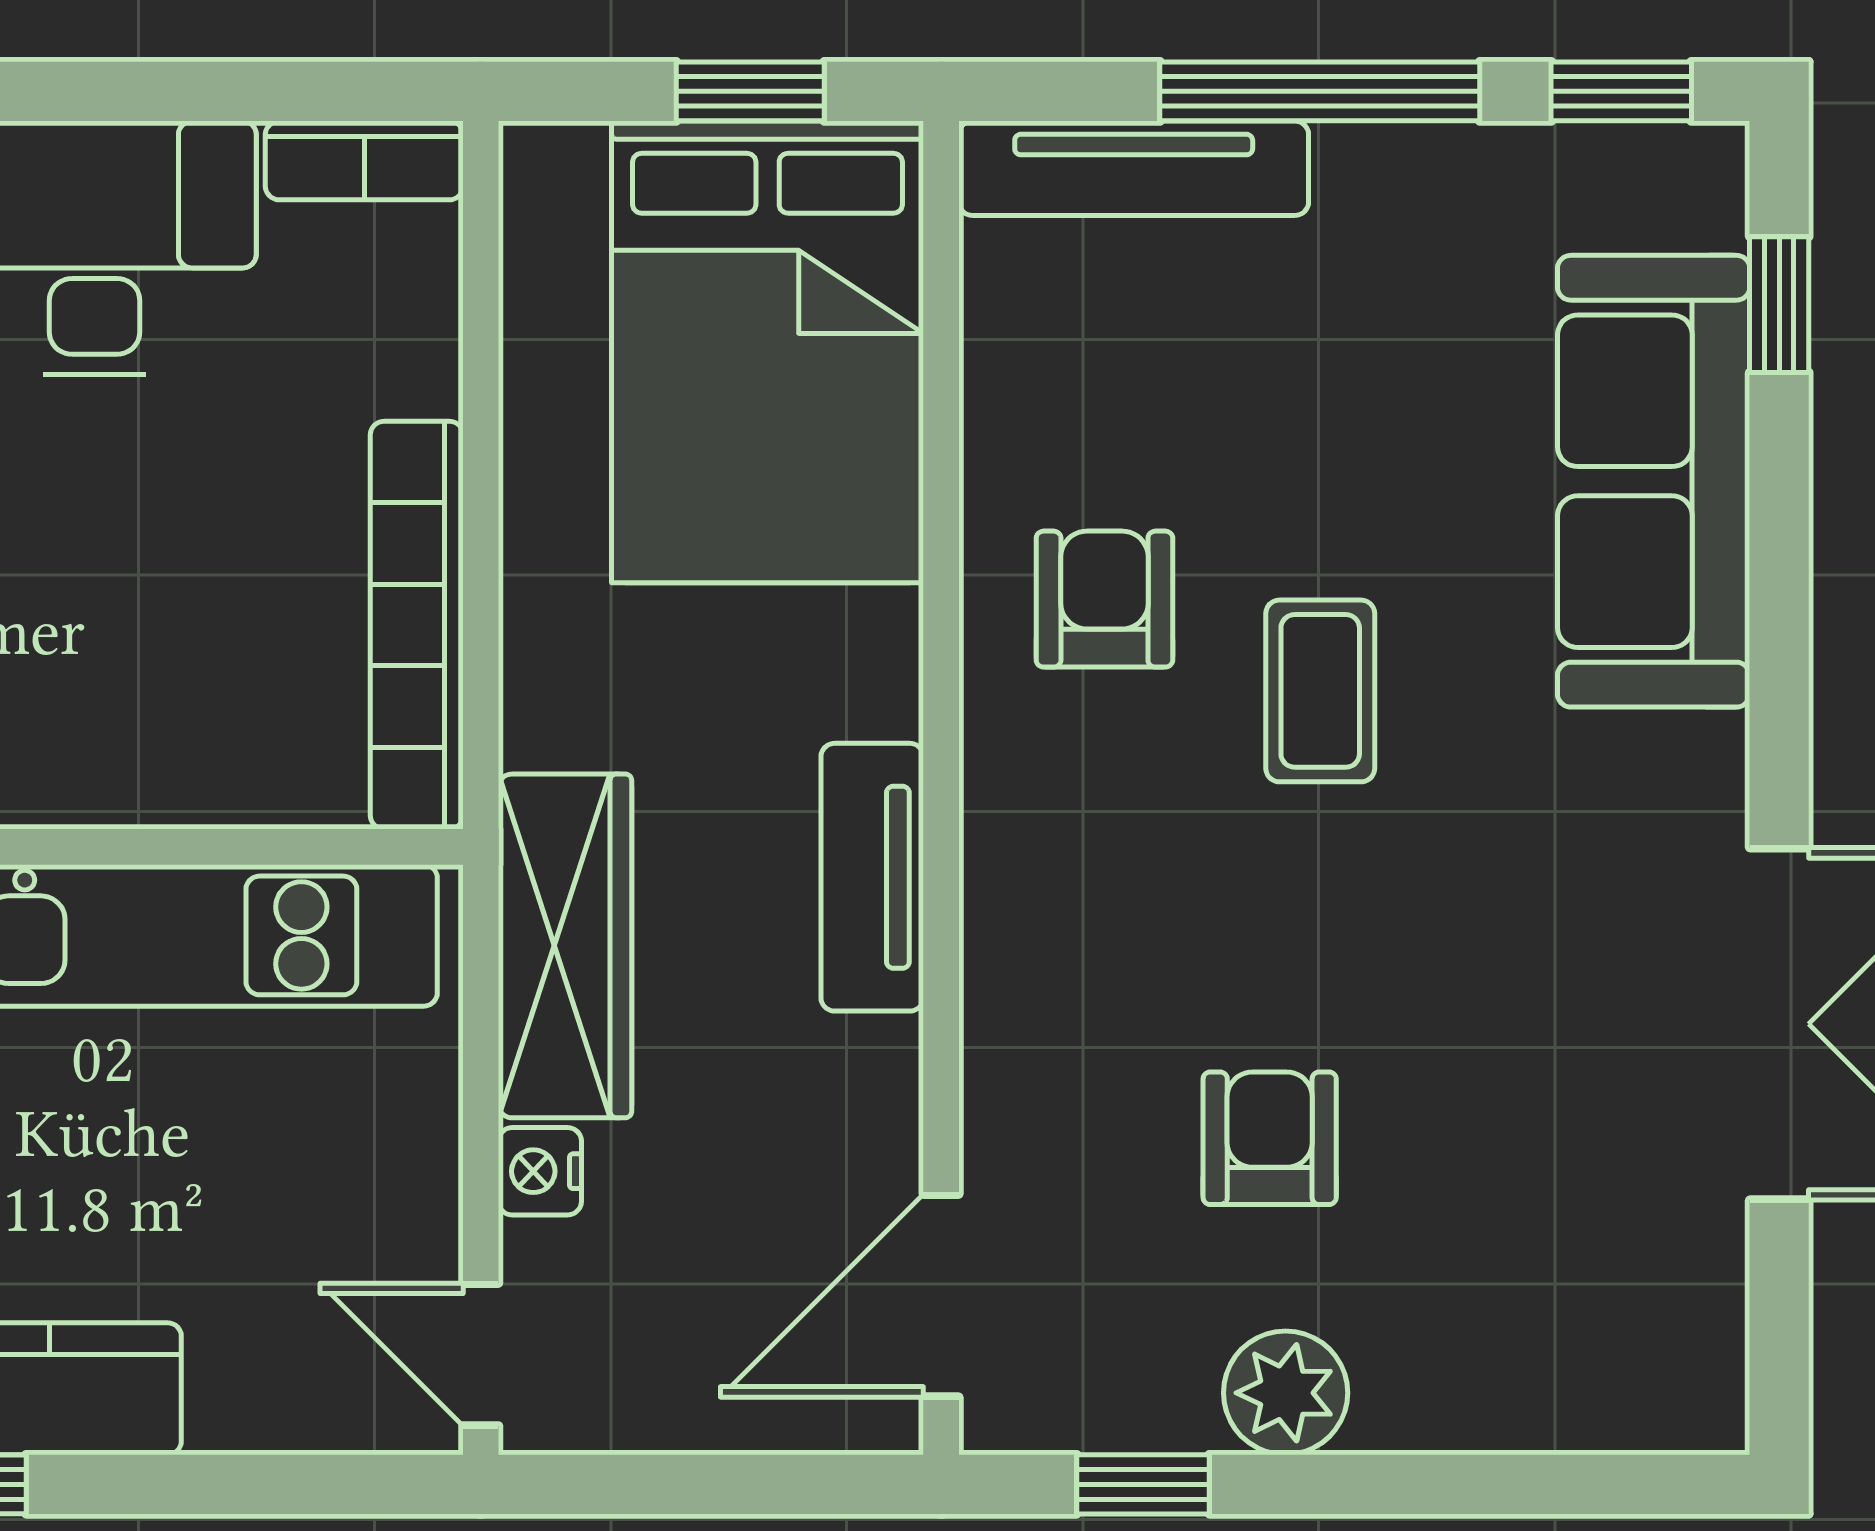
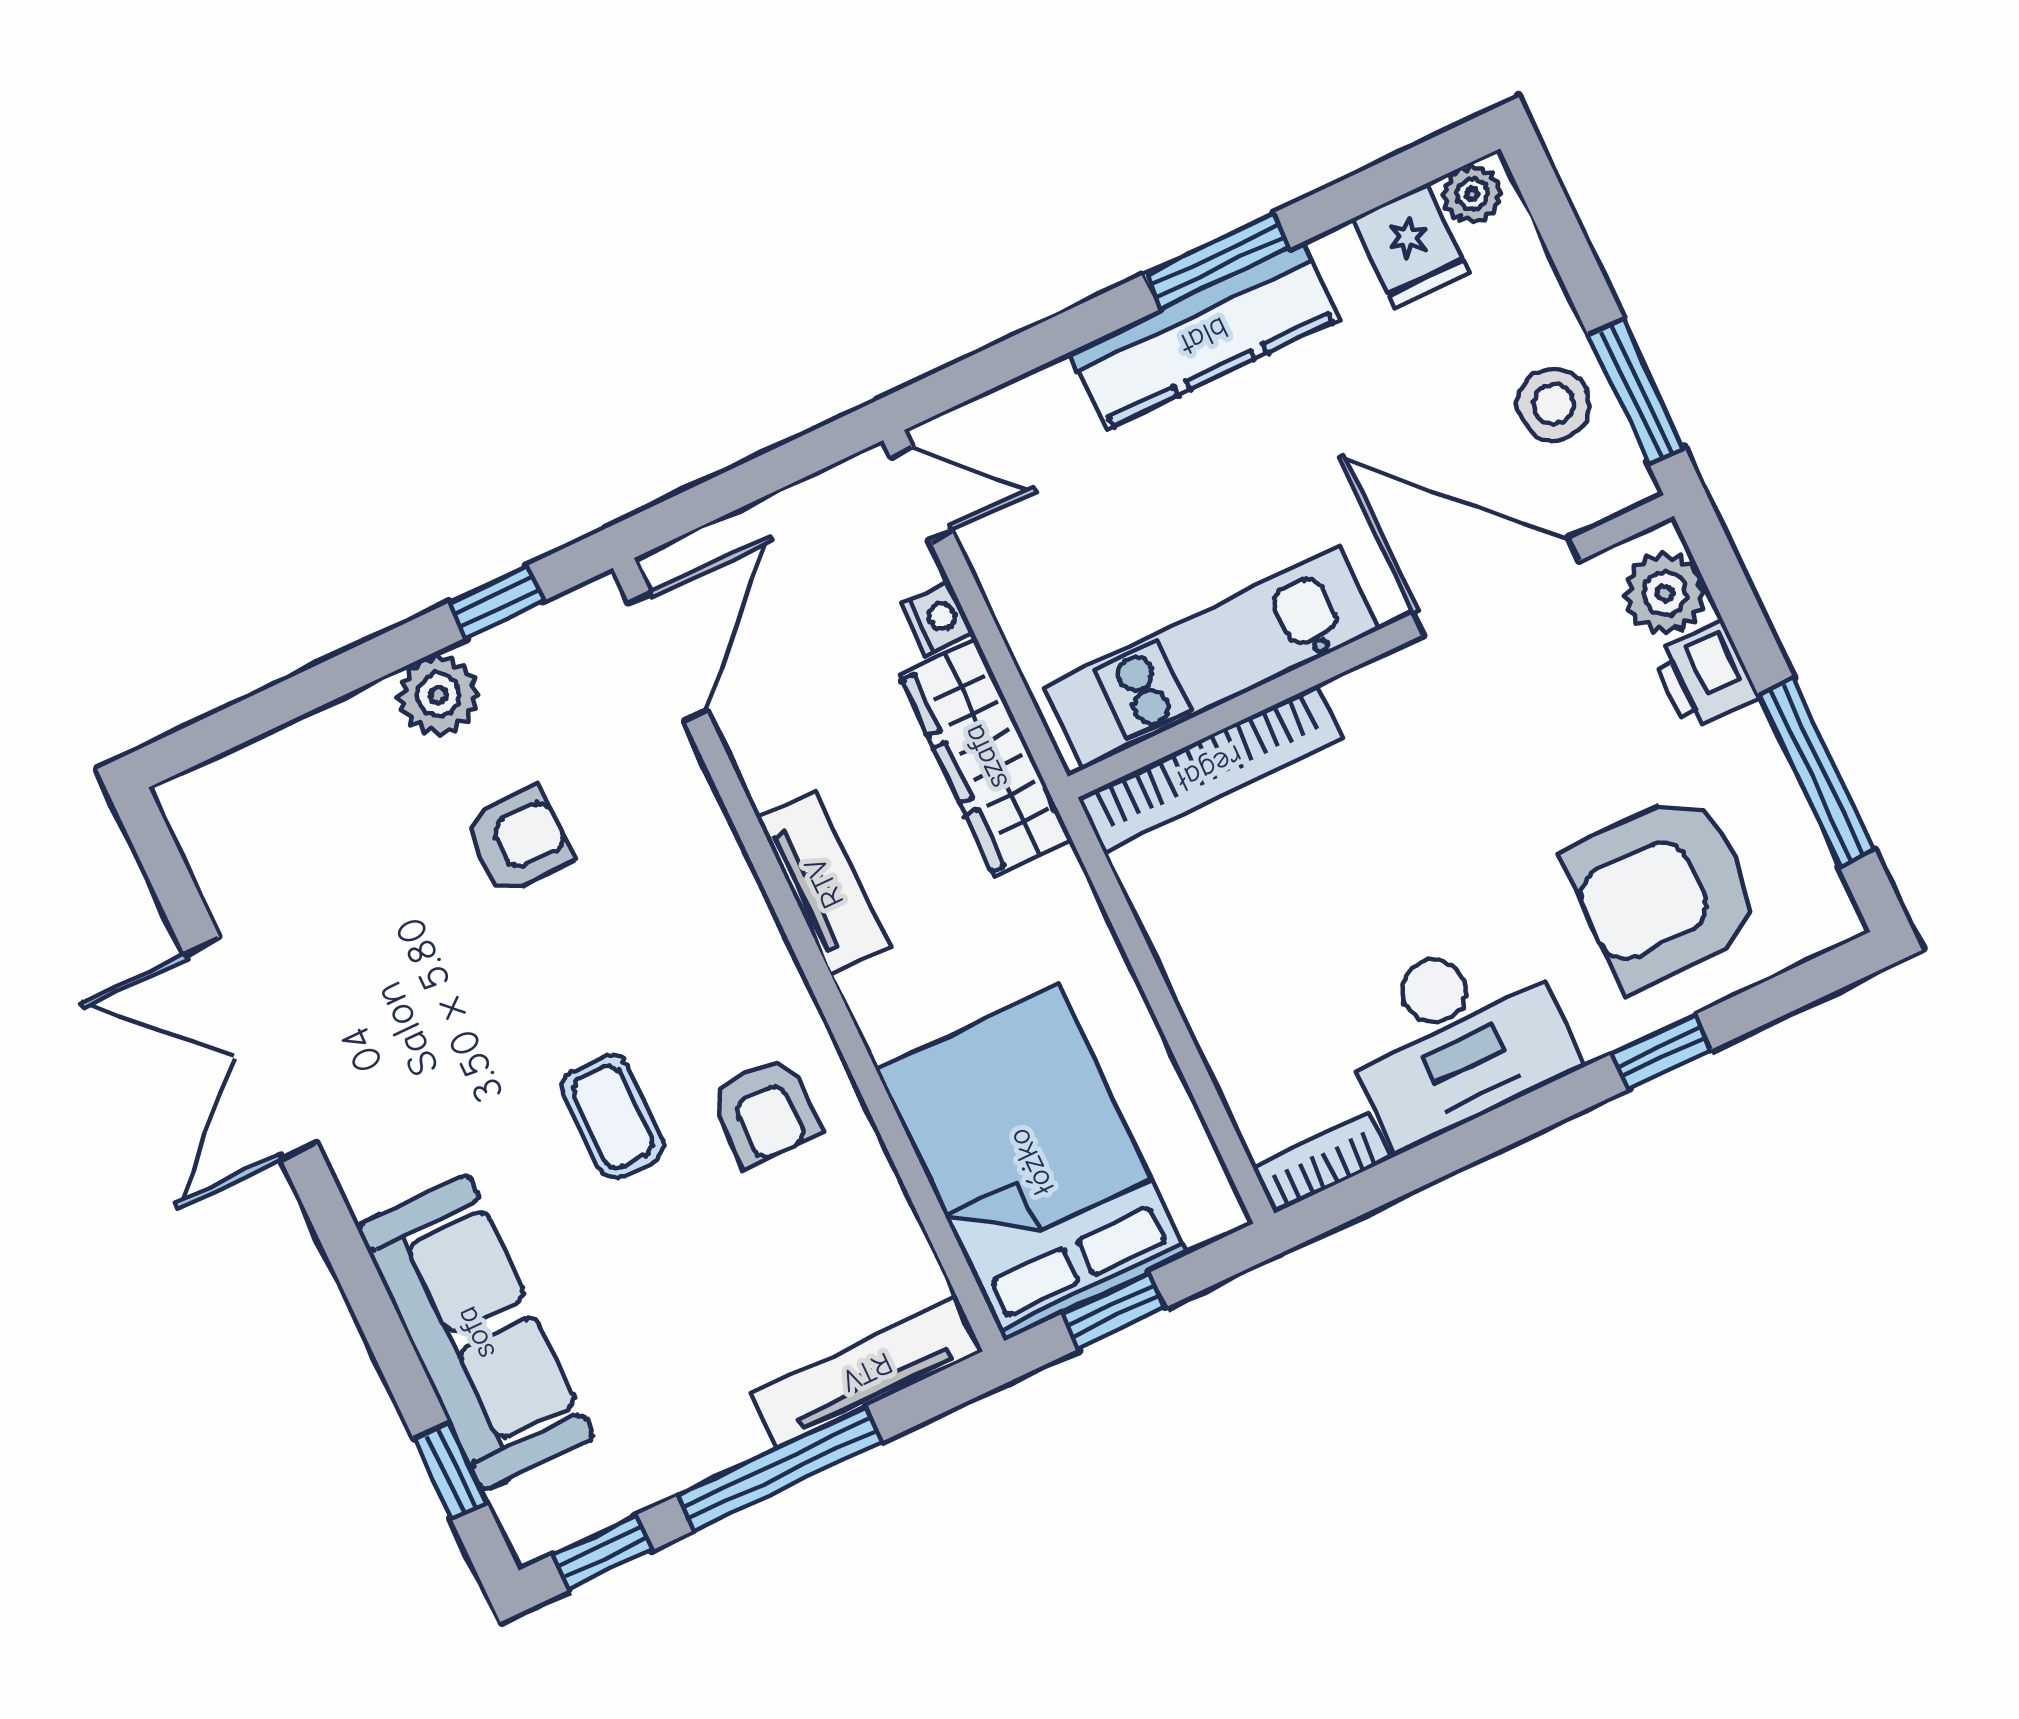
bookcase: (417, 625) -> (1210, 768), moved, turned 90
armchair: (1270, 1138) -> (518, 840), turned -90

